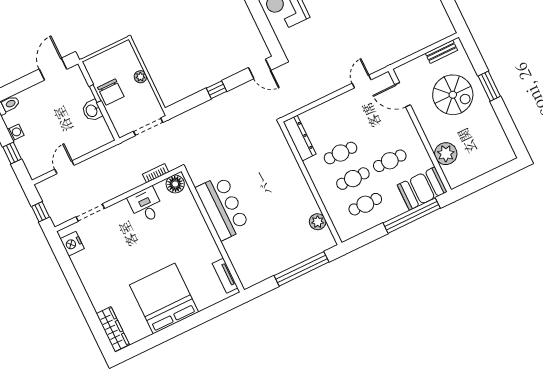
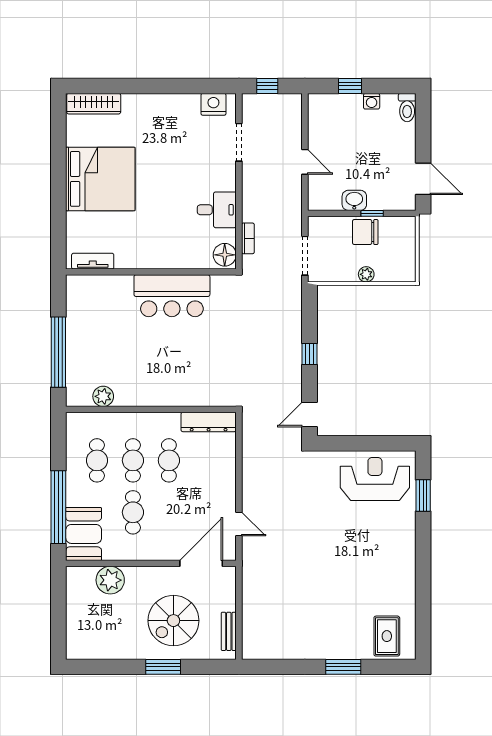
door: (403, 95) -> (201, 563), width x1.36
door: (64, 167) -> (305, 162), moved

